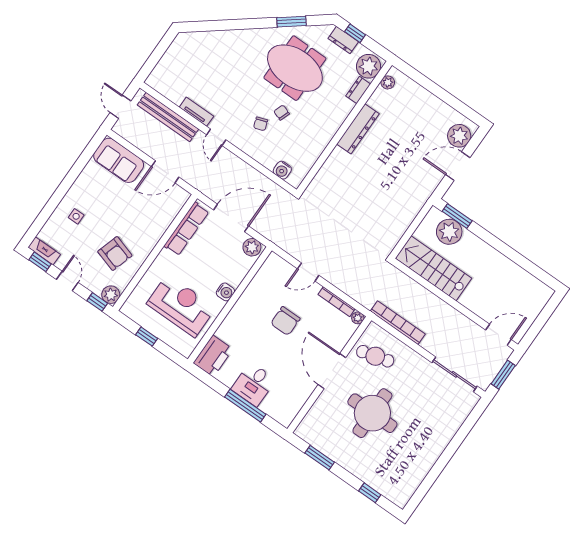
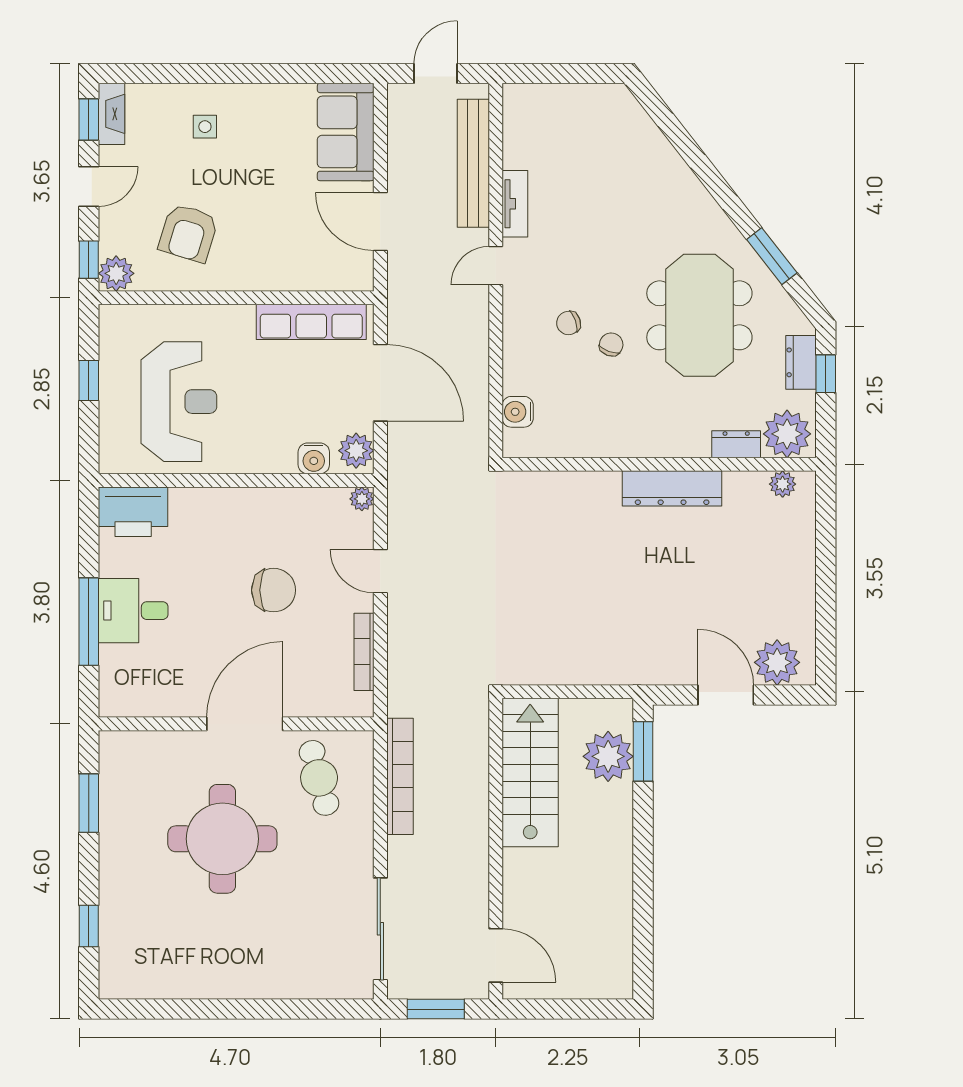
water cooler: (225, 292) -> (314, 458), moved
plant: (358, 318) -> (362, 499), moved
chair: (285, 321) -> (274, 590), turned 180

